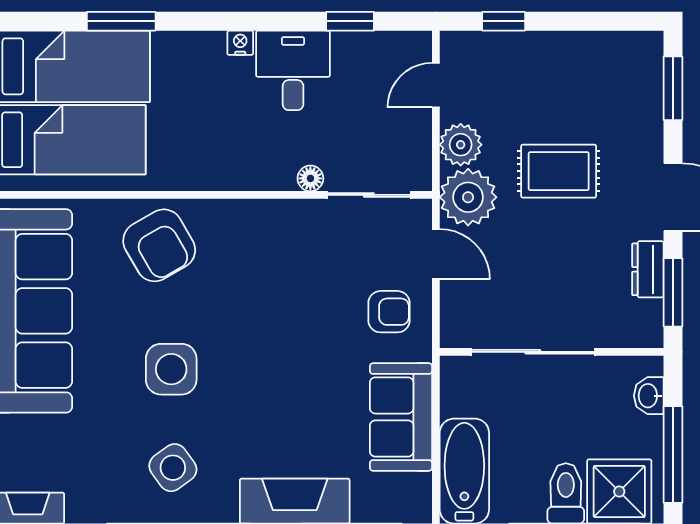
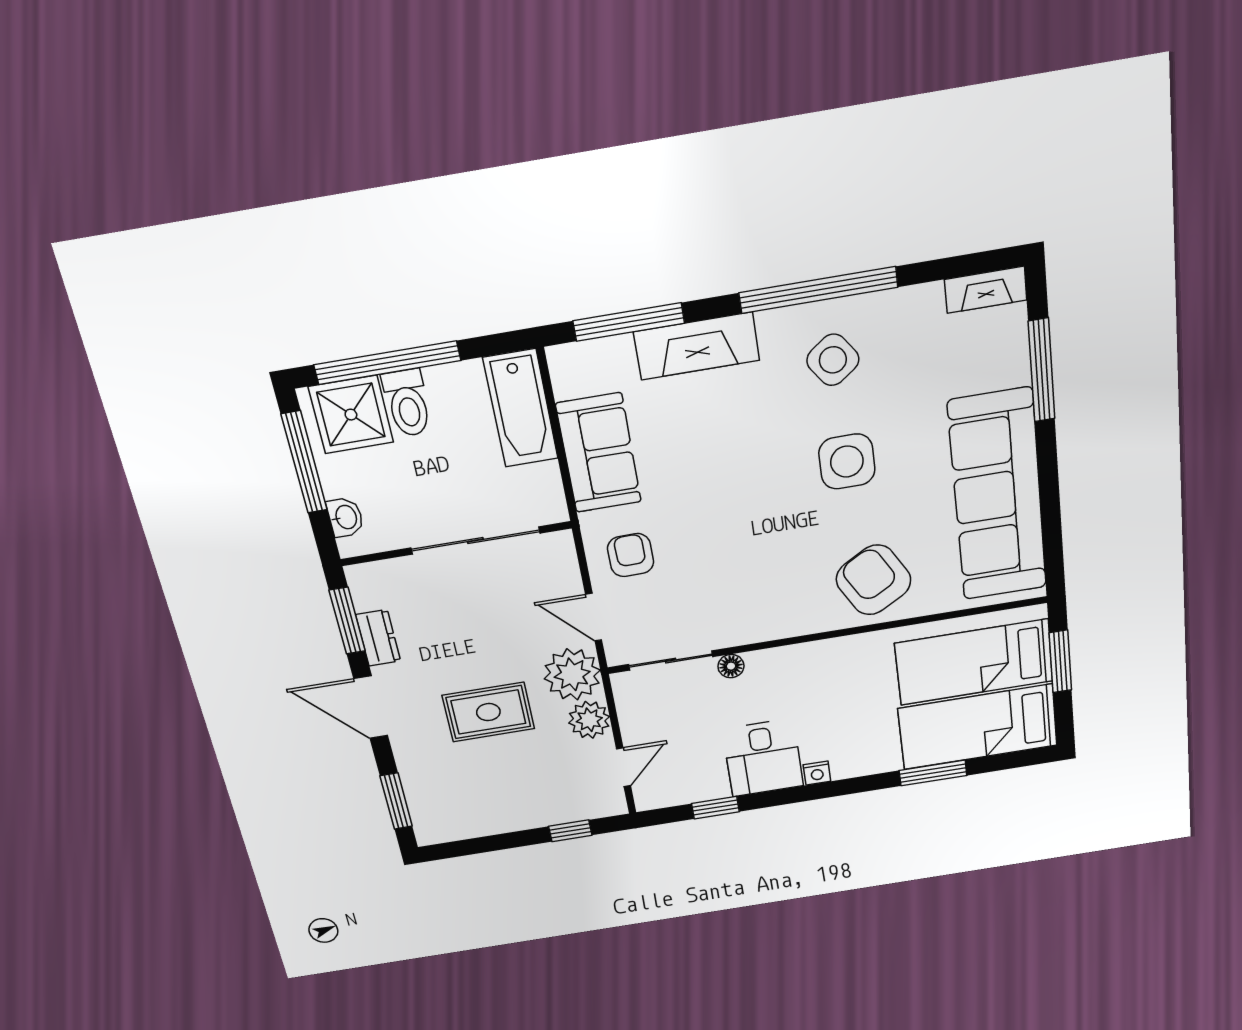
armchair: (389, 312) -> (631, 555), turned 89

